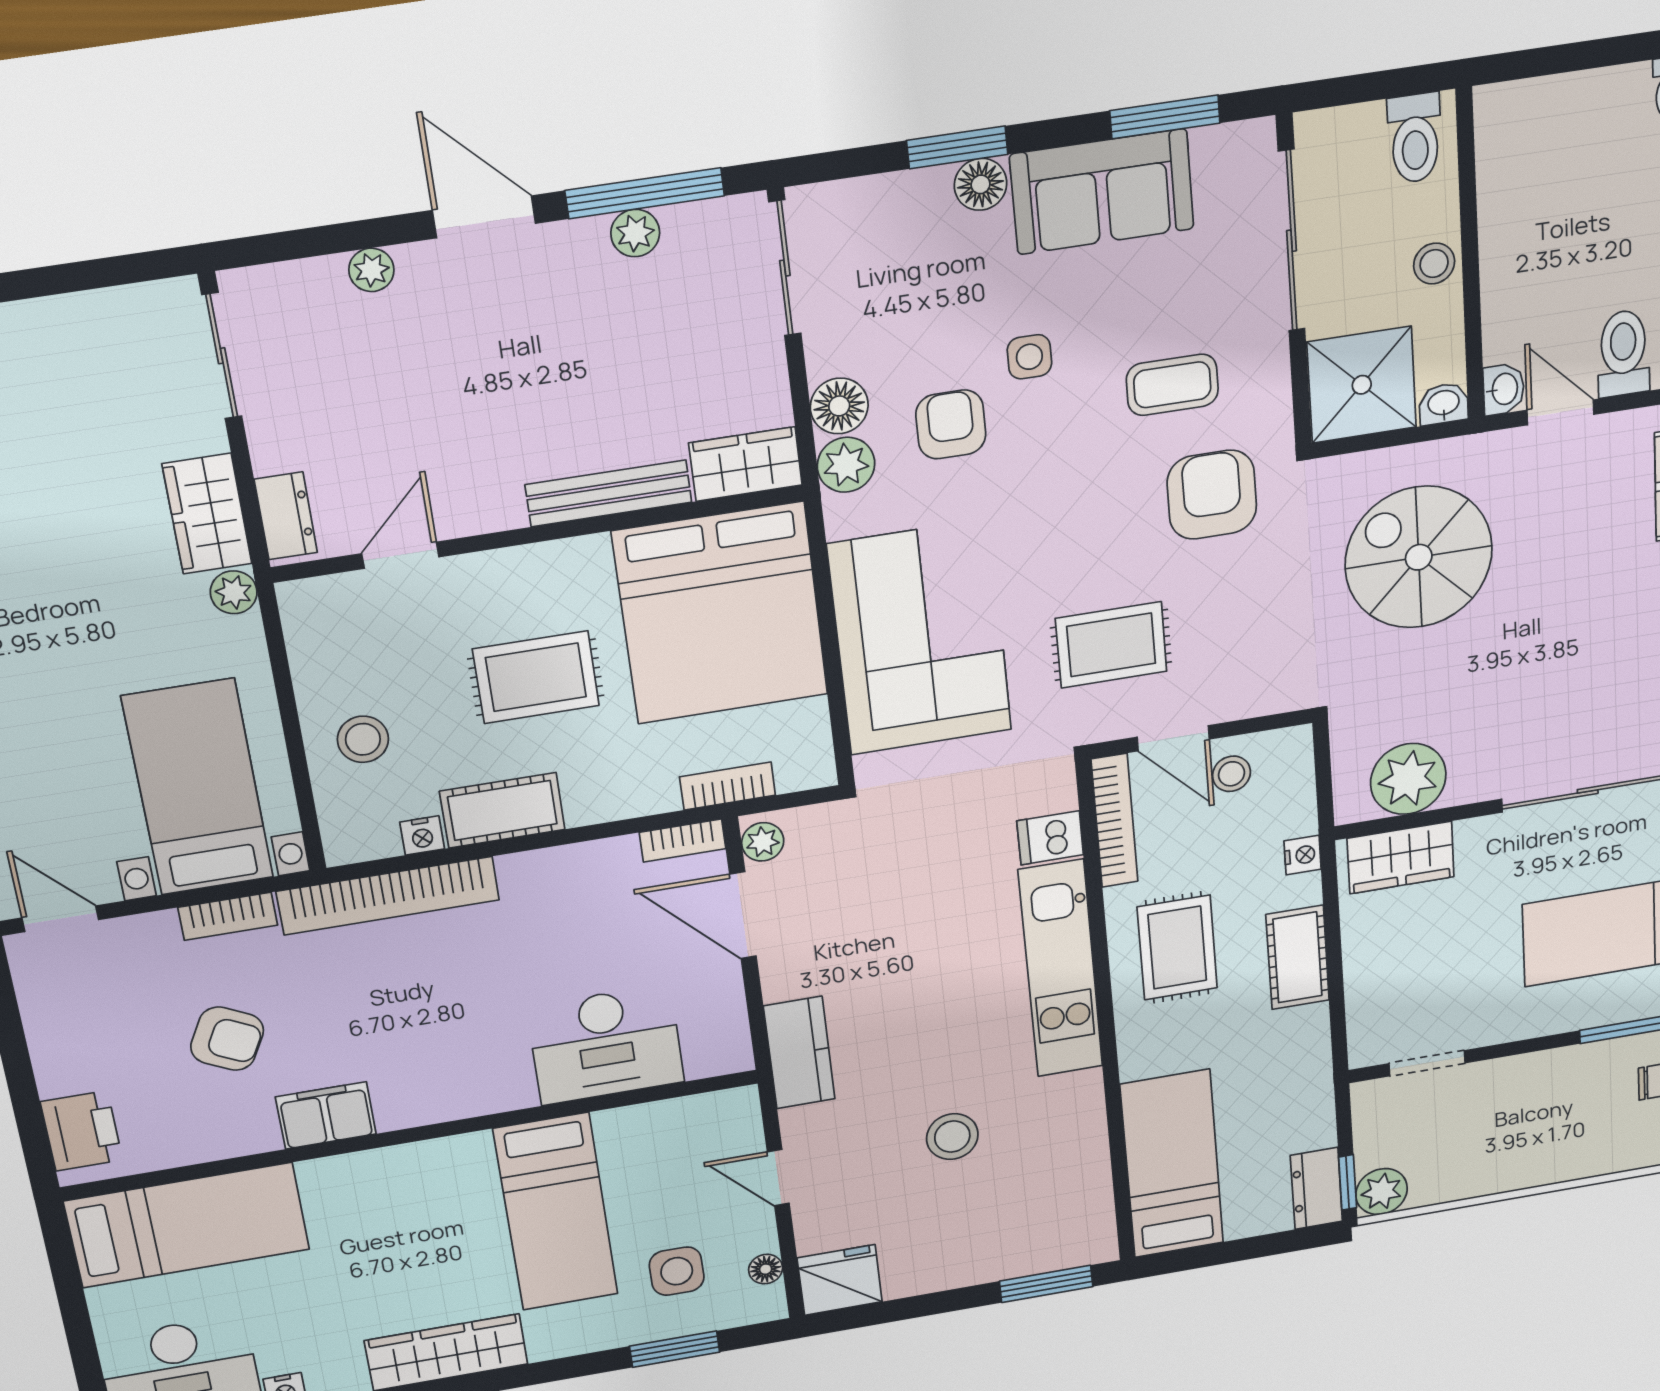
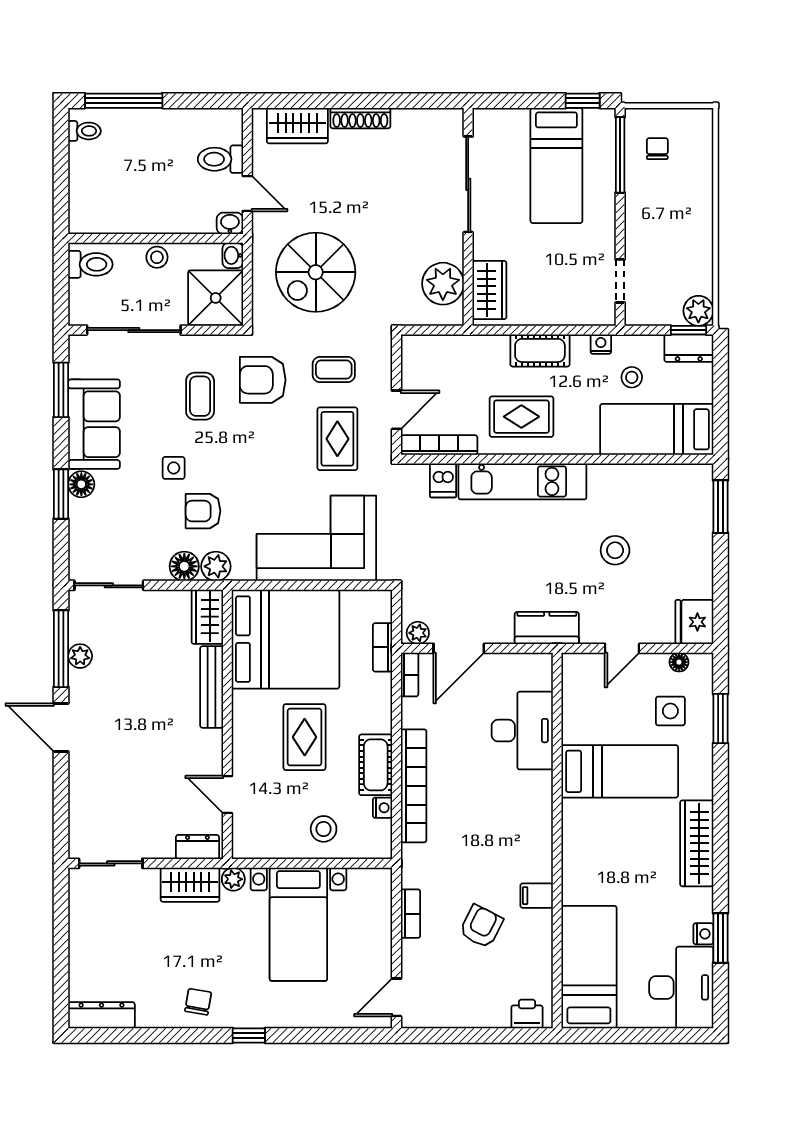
door: (484, 217) -> (61, 727), hinge flipped
plant: (371, 270) -> (79, 785), removed
door: (1560, 412) -> (247, 194), swing flipped
coffee table: (1240, 618) -> (334, 369), added
stool: (1231, 774) -> (632, 377), moved
bed with nightstands: (198, 787) -> (298, 924), moved, turned -90
nightstand: (1303, 855) -> (601, 344), moved
bookcase: (388, 896) -> (414, 786), moved
filing cabinet: (326, 1115) -> (537, 896), width x0.50
printer: (82, 1131) -> (527, 1014), width x0.73, depth x0.81

